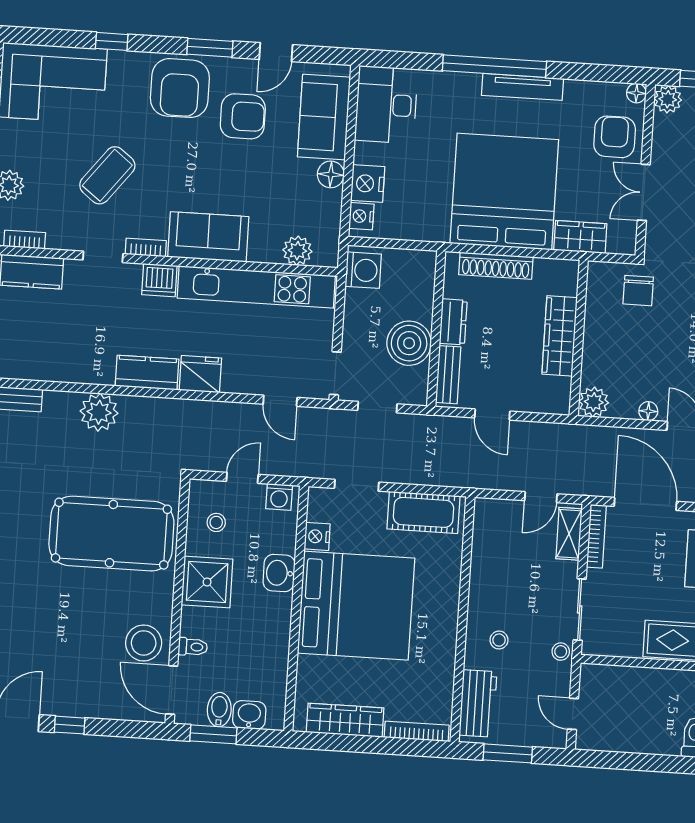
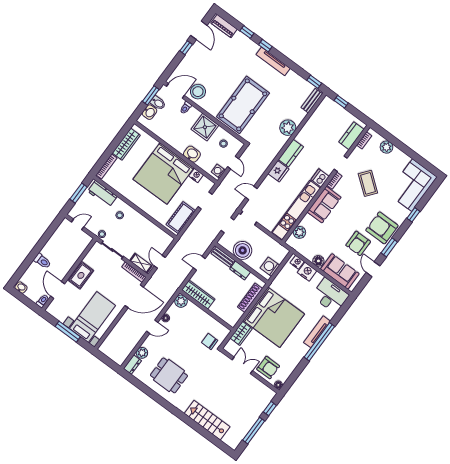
tv unit: (522, 87) -> (317, 332), moved
plant: (668, 99) -> (269, 394), removed
washing machine: (363, 270) -> (270, 267), moved, turned 90
wardrobe: (560, 336) -> (198, 294), moved

